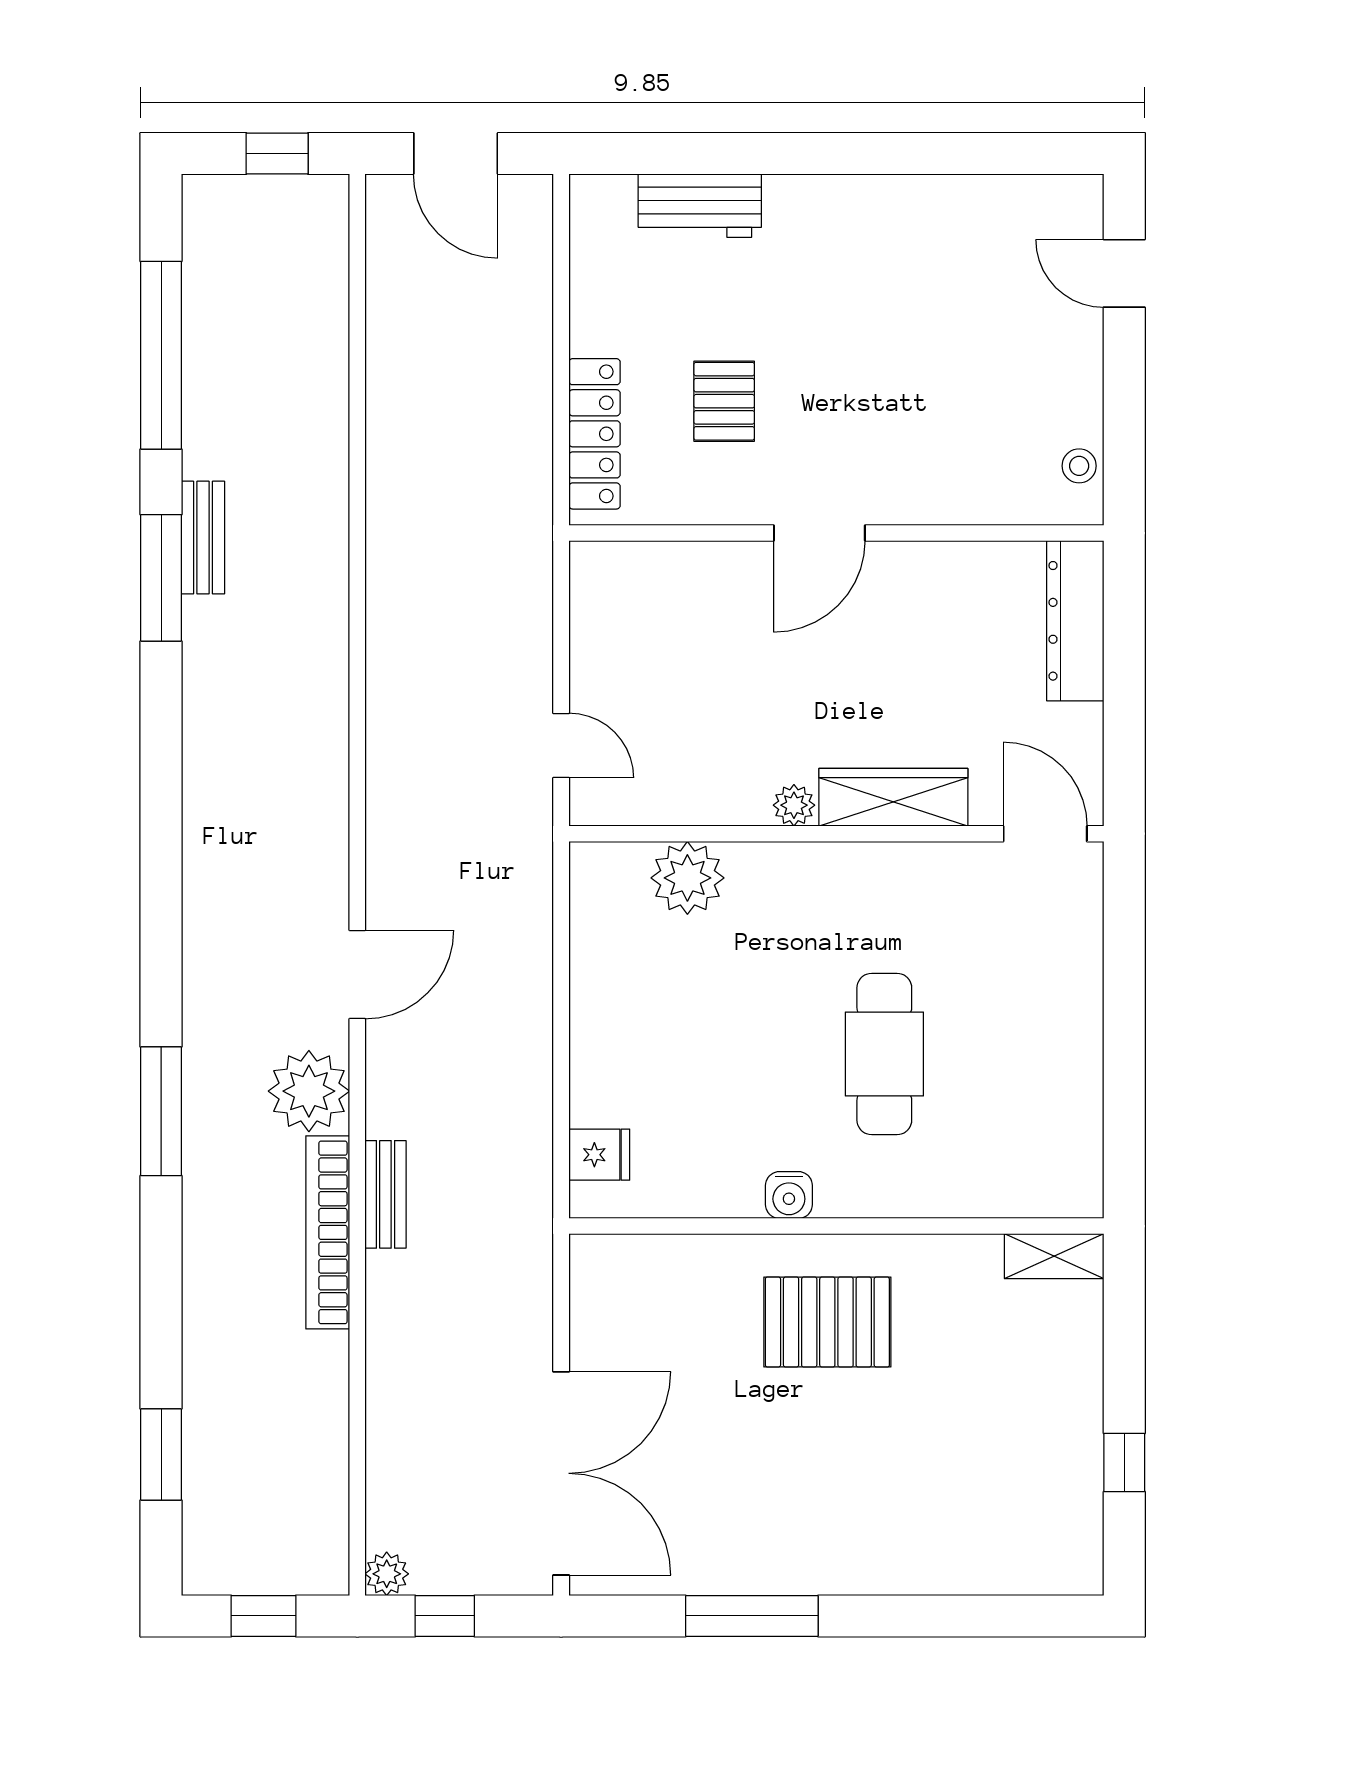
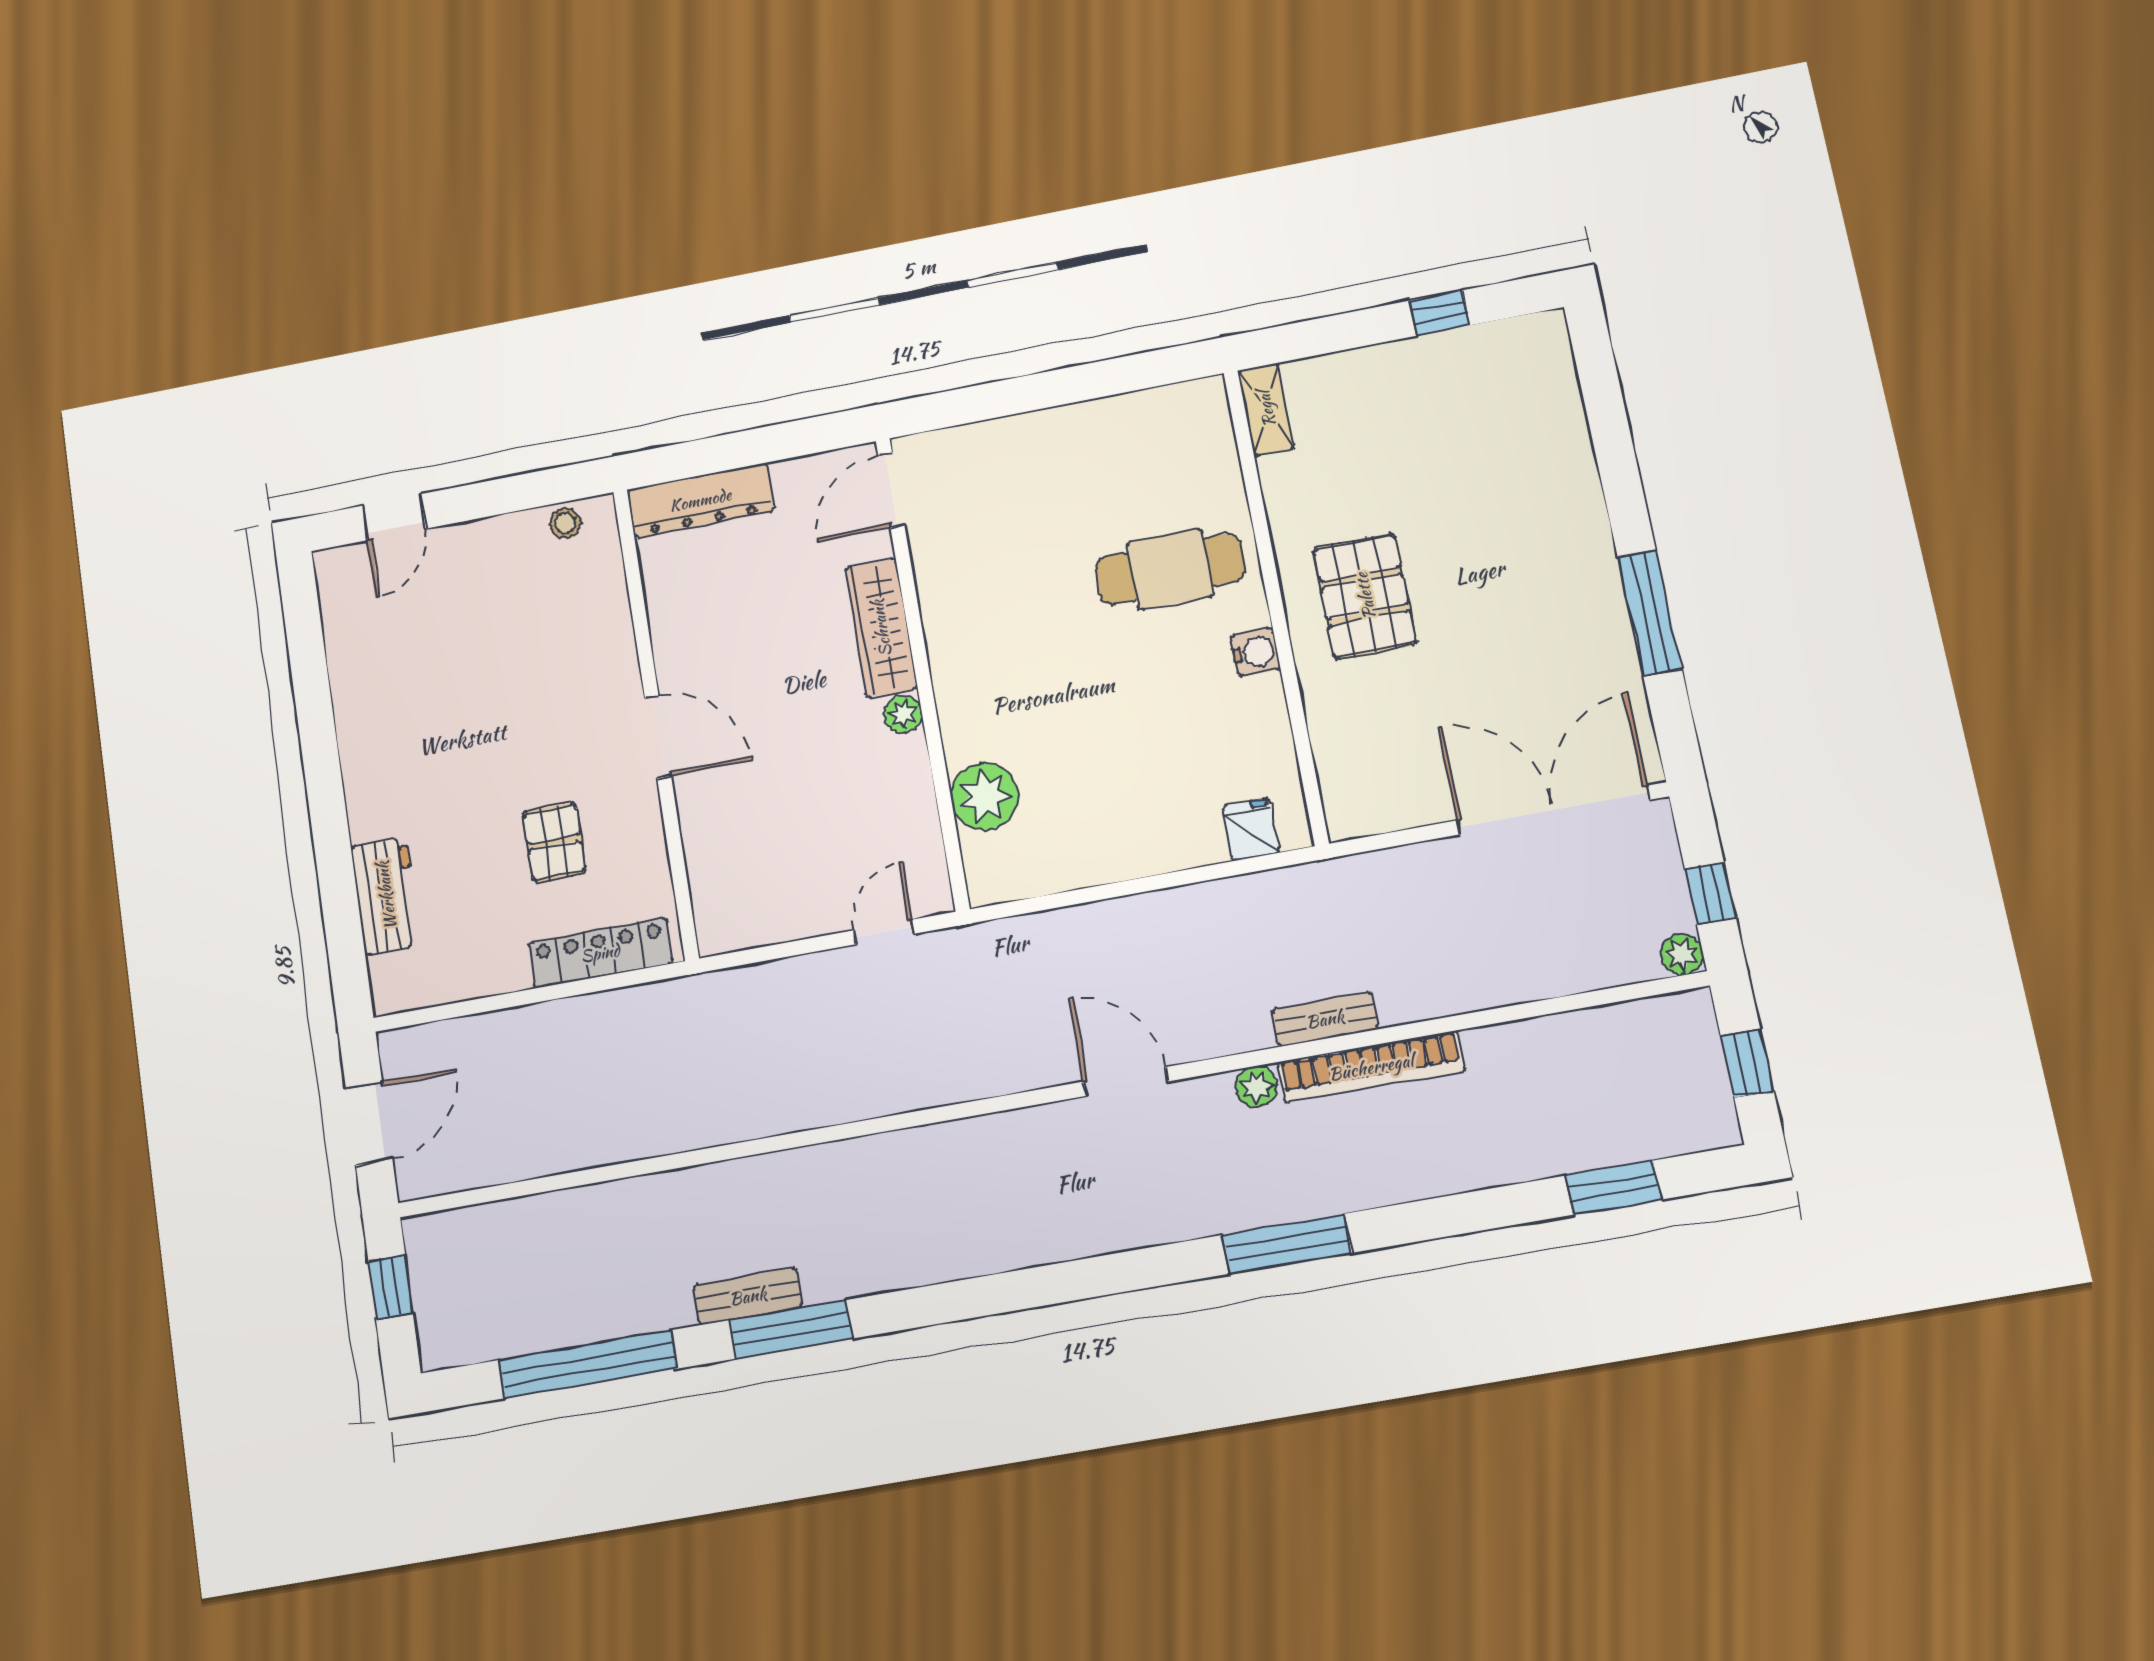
pallet: (724, 401) -> (554, 843), turned 90
cafe table: (884, 1054) -> (1170, 569), moved
plant: (309, 1091) -> (1256, 1087), width x0.53, depth x0.53

